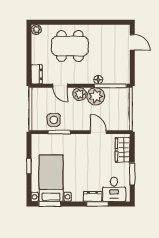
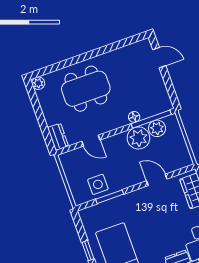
plant: (80, 94) -> (157, 128), moved

